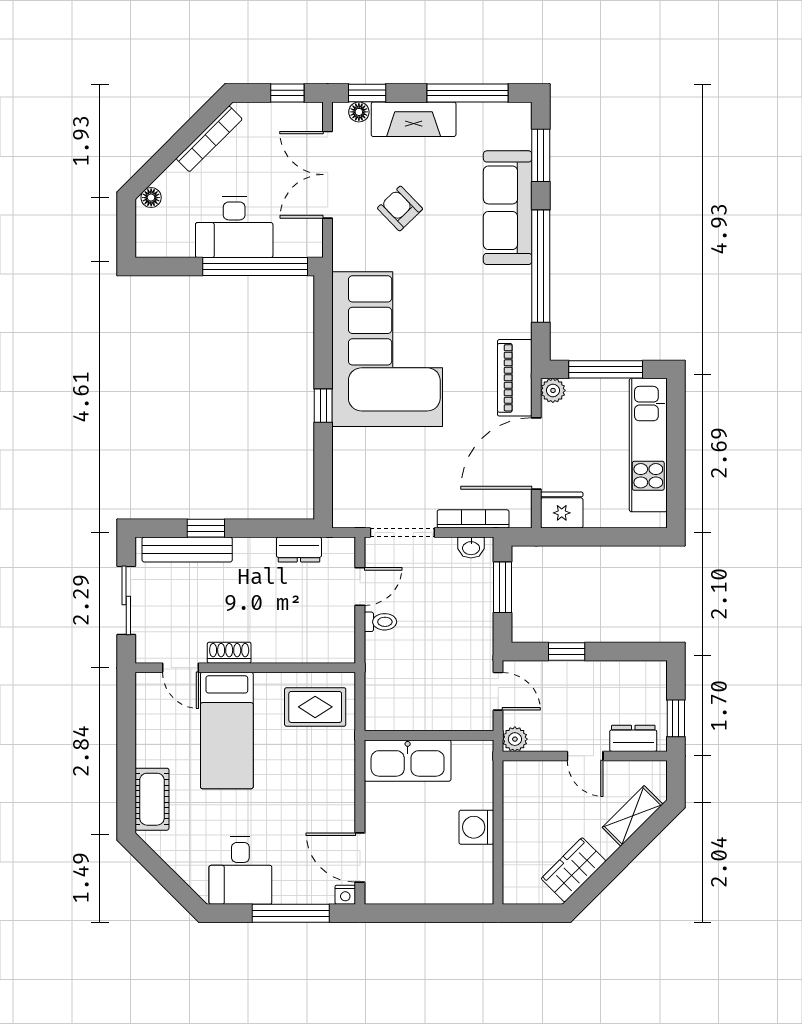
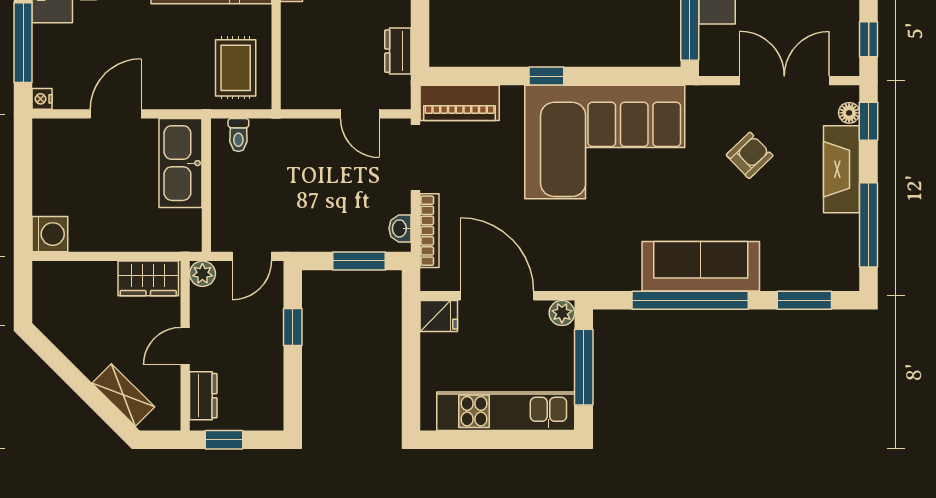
sofa: (508, 208) -> (701, 266), moved
piano: (515, 378) -> (460, 103), moved, turned 180
fridge: (562, 510) -> (439, 316), width x0.72
toilet: (380, 622) -> (238, 135), moved
washing machine: (476, 827) -> (50, 234), moved, turned 90
door: (360, 858) -> (116, 114), moved
wardrobe: (574, 870) -> (148, 278), moved, turned 135

